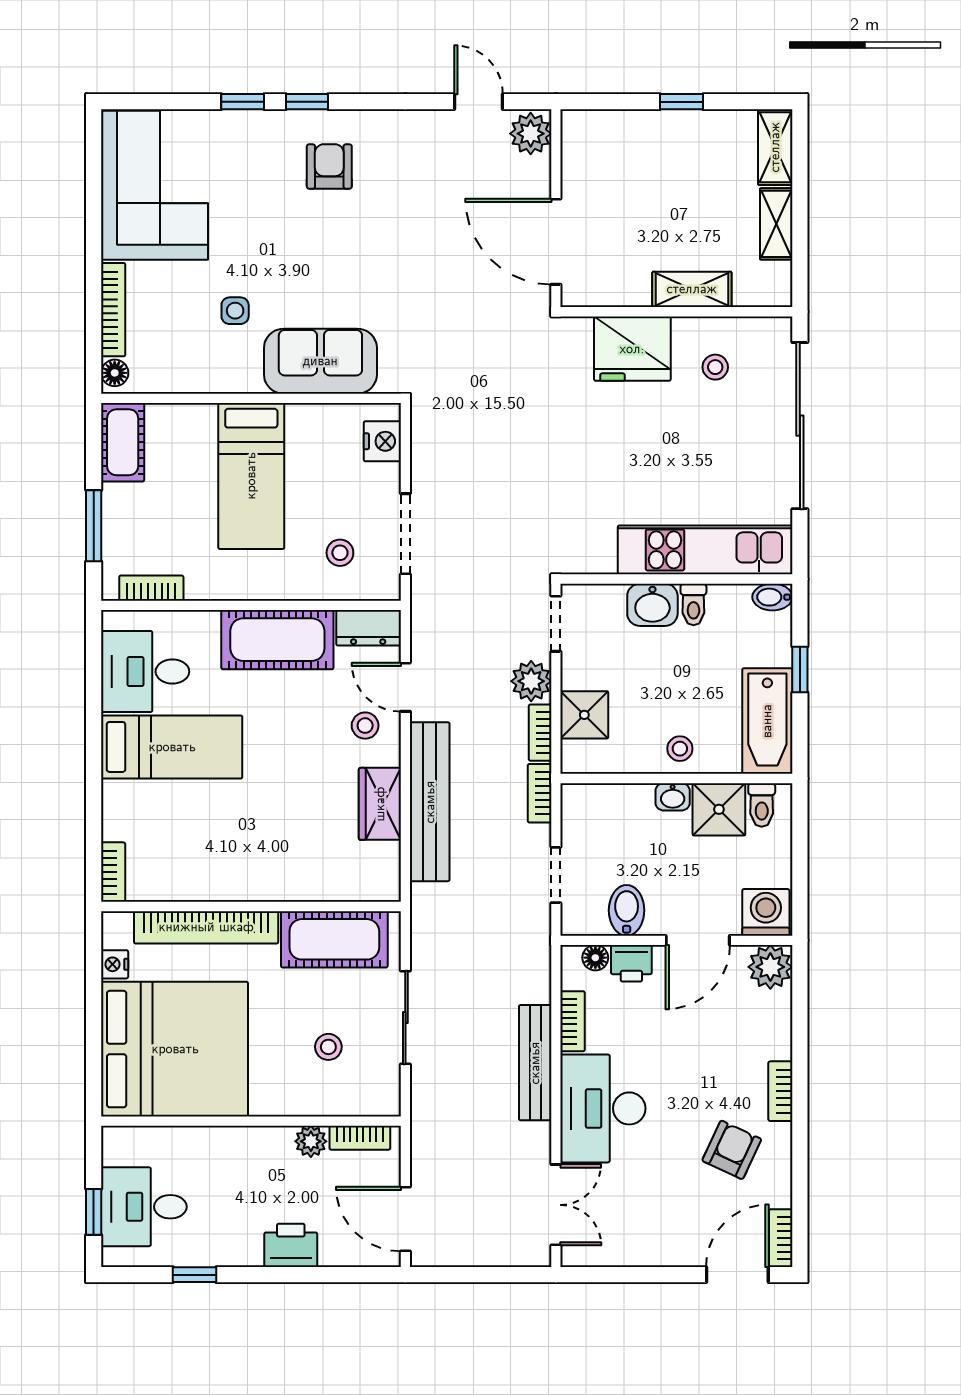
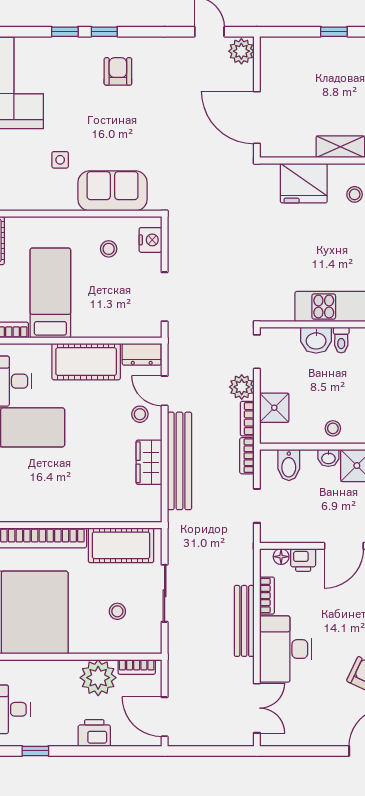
bed: (251, 476) -> (50, 293), moved, turned 180
stool: (340, 553) -> (109, 249), moved
bidet: (627, 910) -> (289, 465), moved, turned 180
plant: (311, 1141) -> (98, 678), width x1.88, depth x1.88

